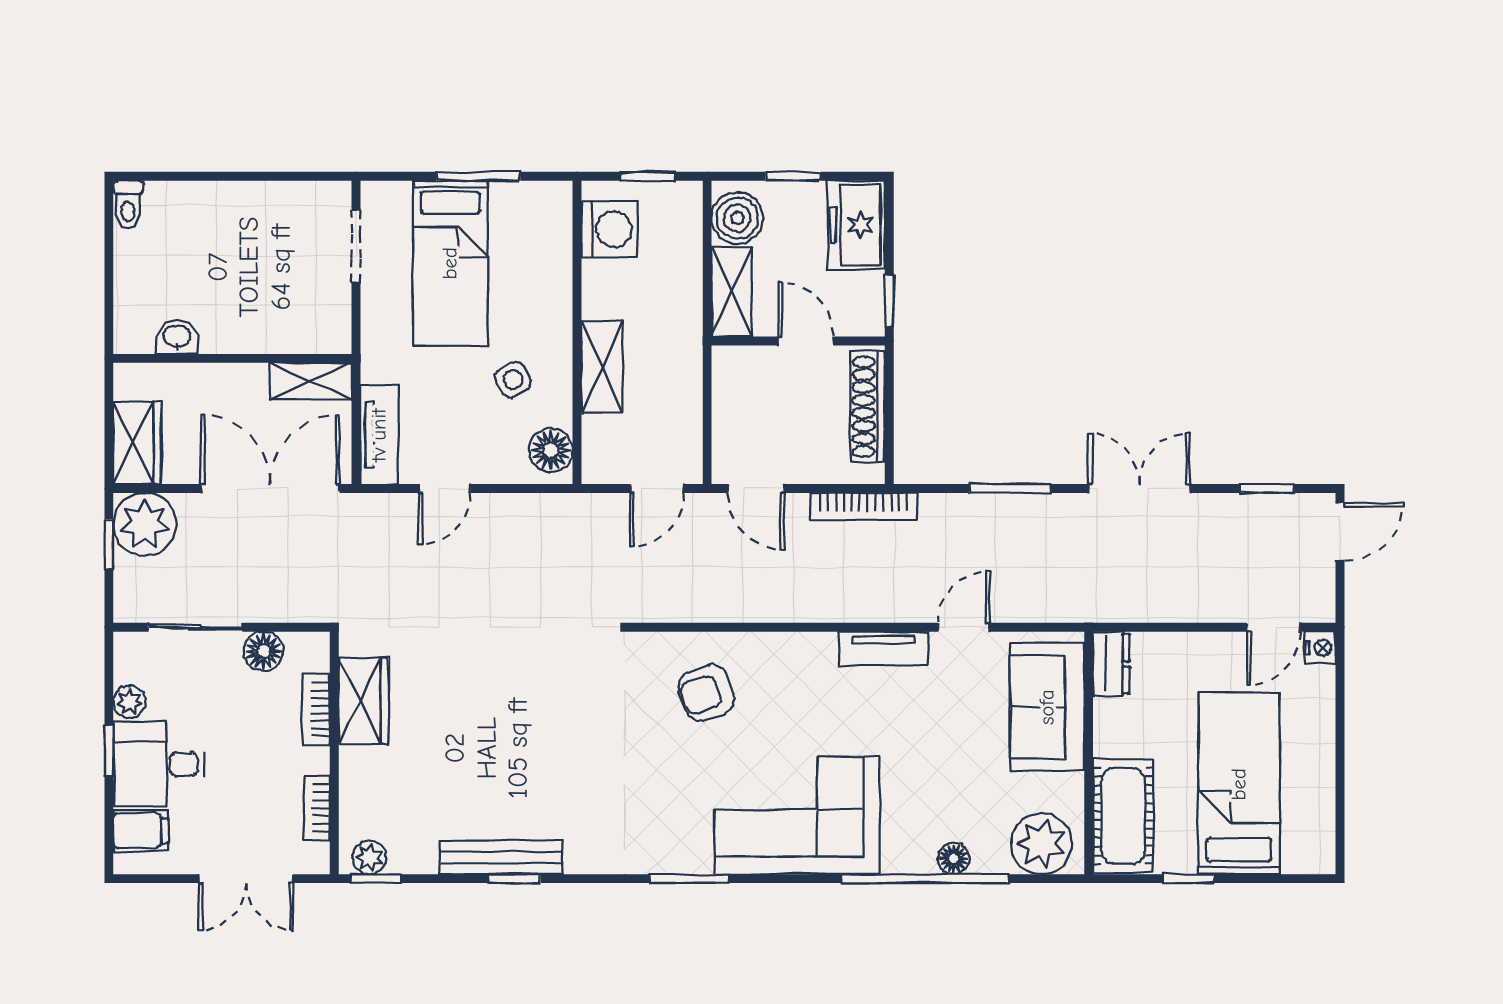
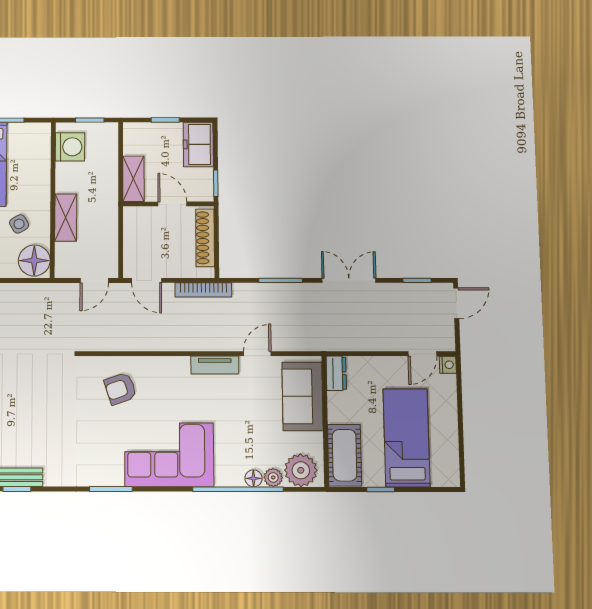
boiler: (737, 218) -> (136, 141), removed
floor lamp: (551, 450) -> (34, 261), width x1.38, depth x1.38
plant: (990, 857) -> (273, 477), added

